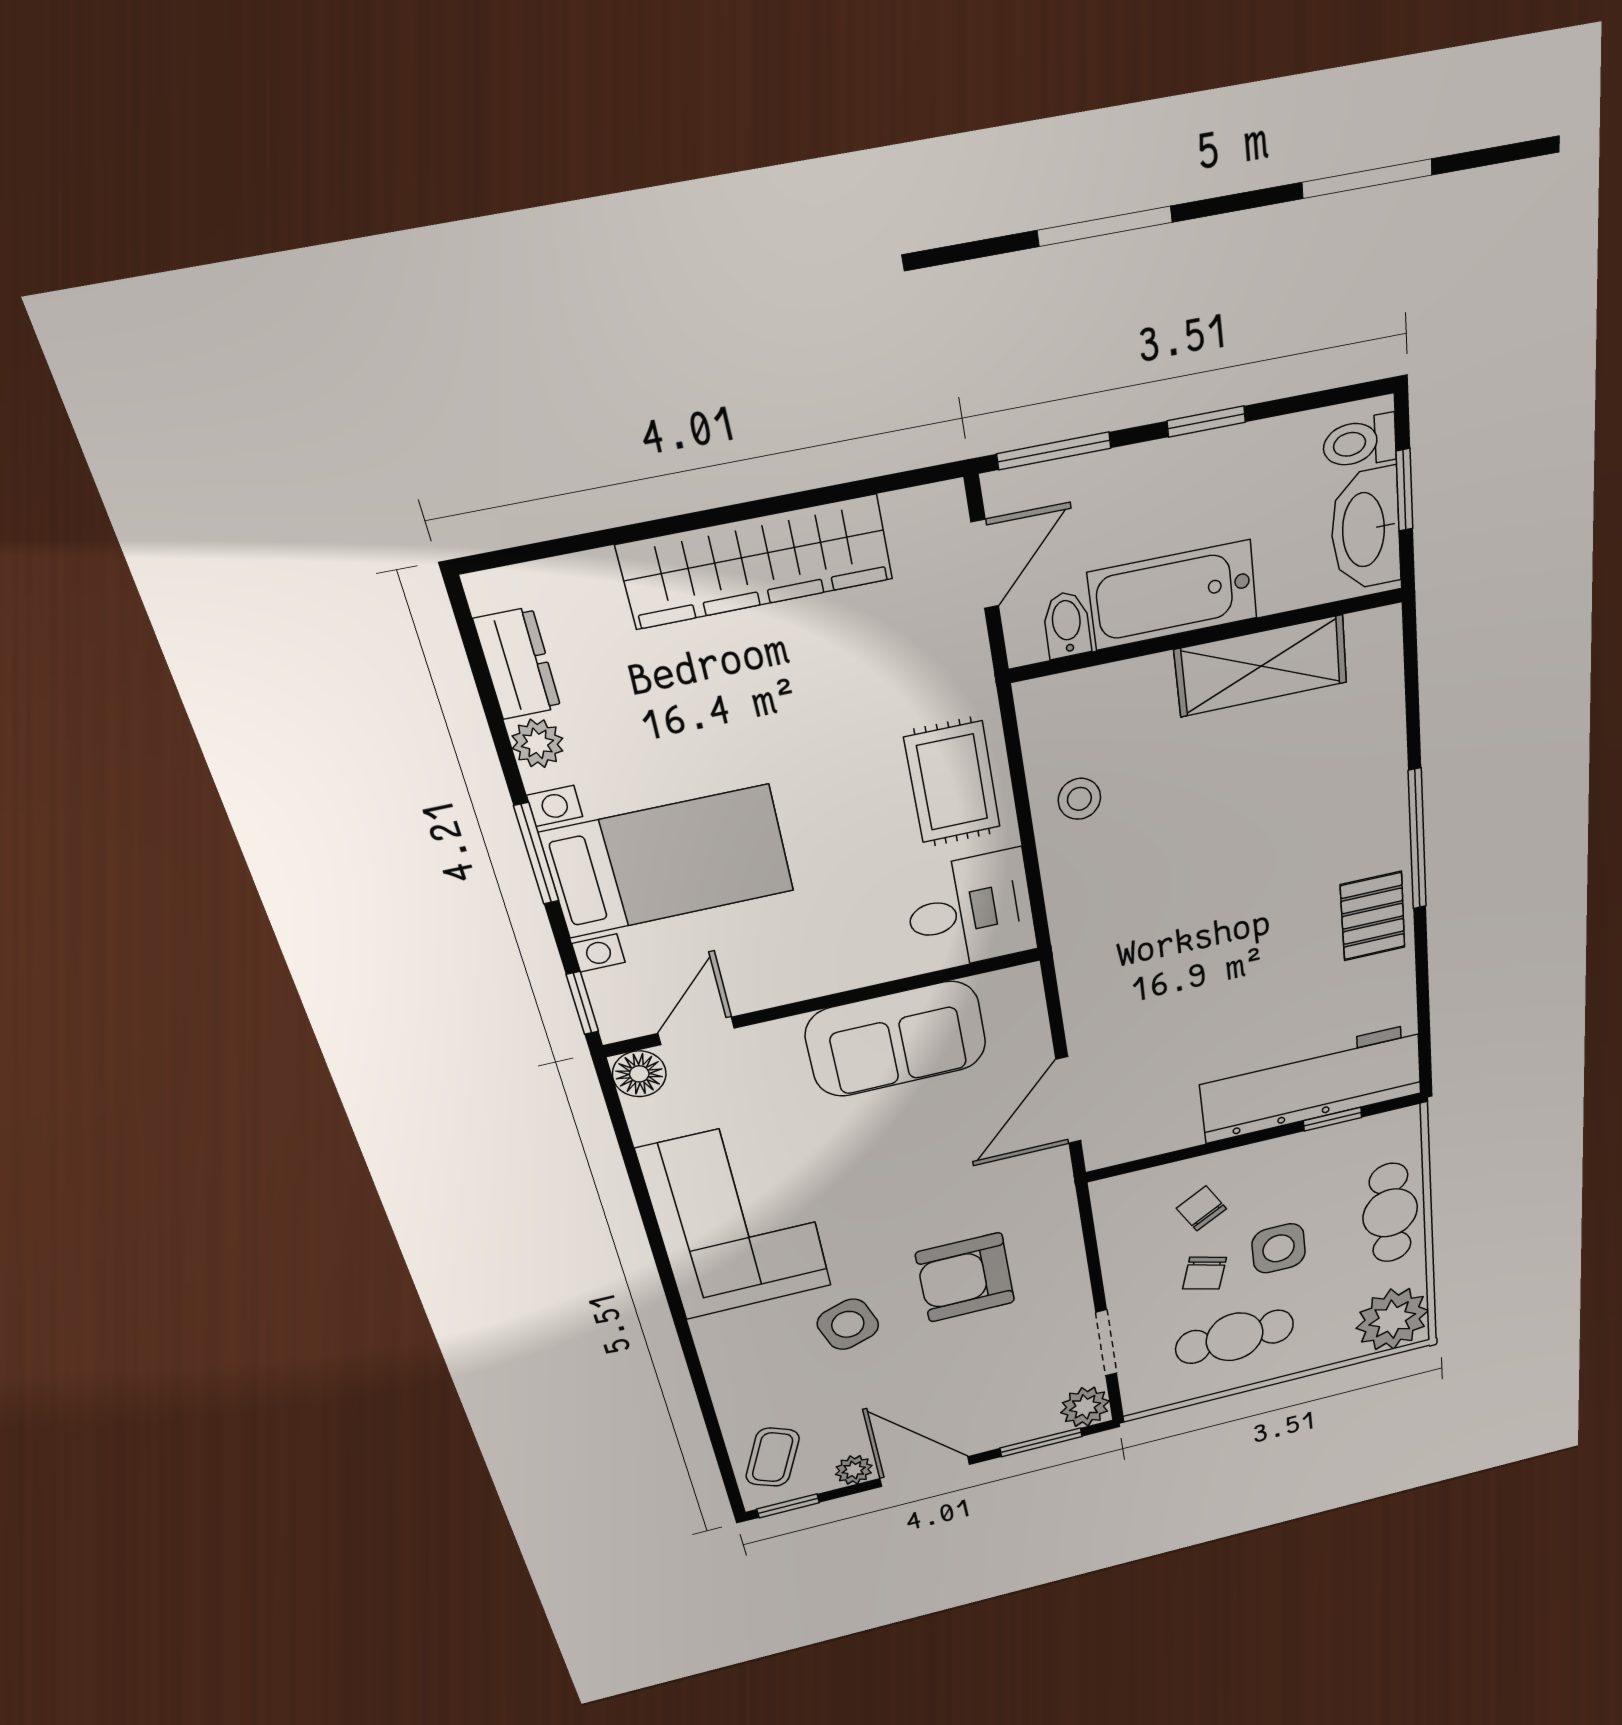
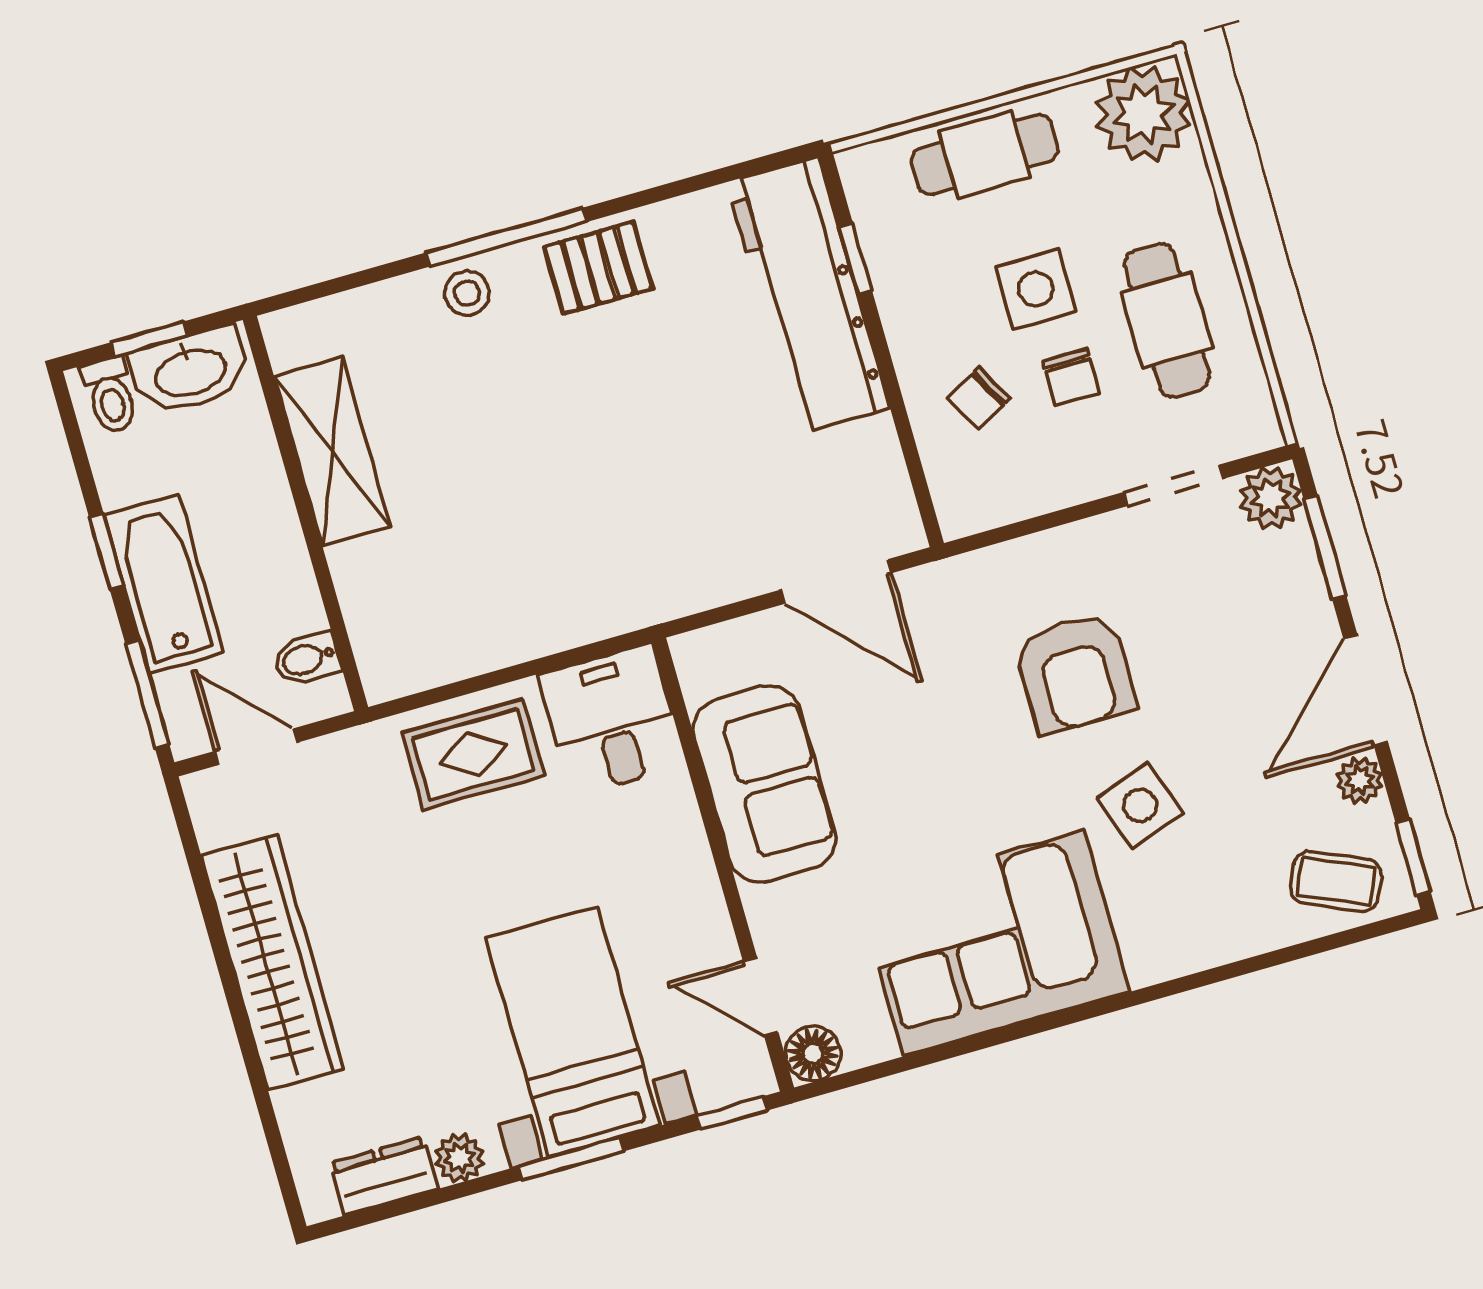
bathtub: (1173, 595) -> (164, 584), moved, turned 180
stool: (1079, 799) -> (467, 293), moved
chair: (1205, 1273) -> (1071, 377), turned 73

